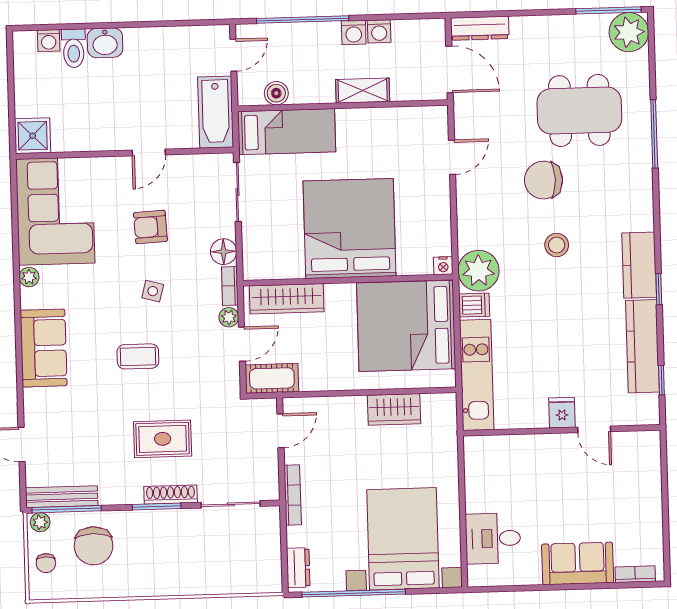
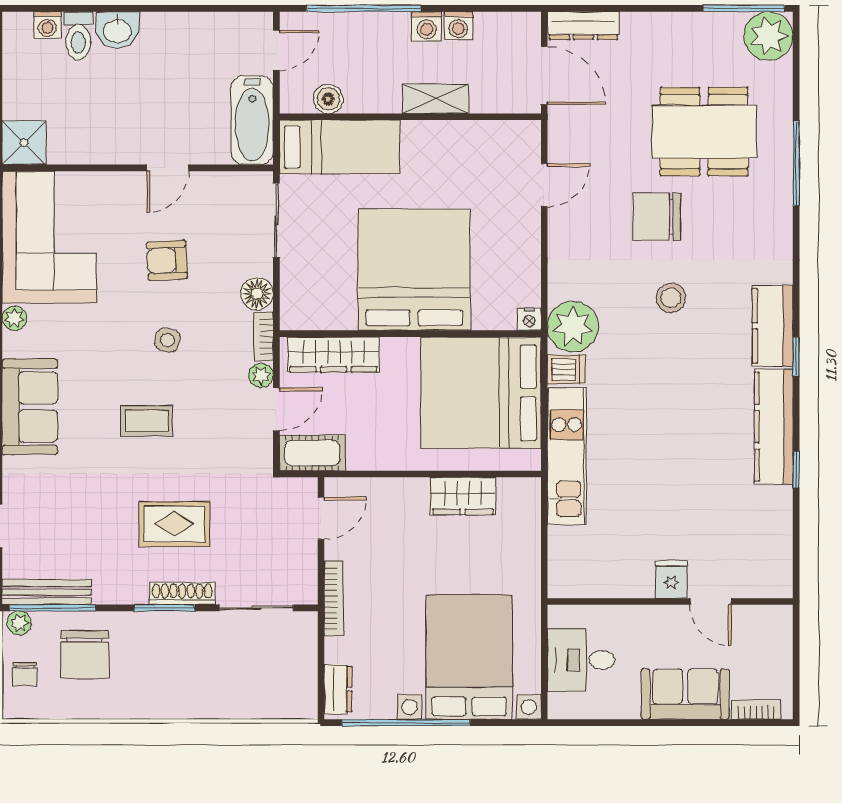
fridge: (562, 413) -> (671, 579), moved
door: (594, 429) -> (711, 602), moved
wall: (562, 430) -> (670, 602), moved

